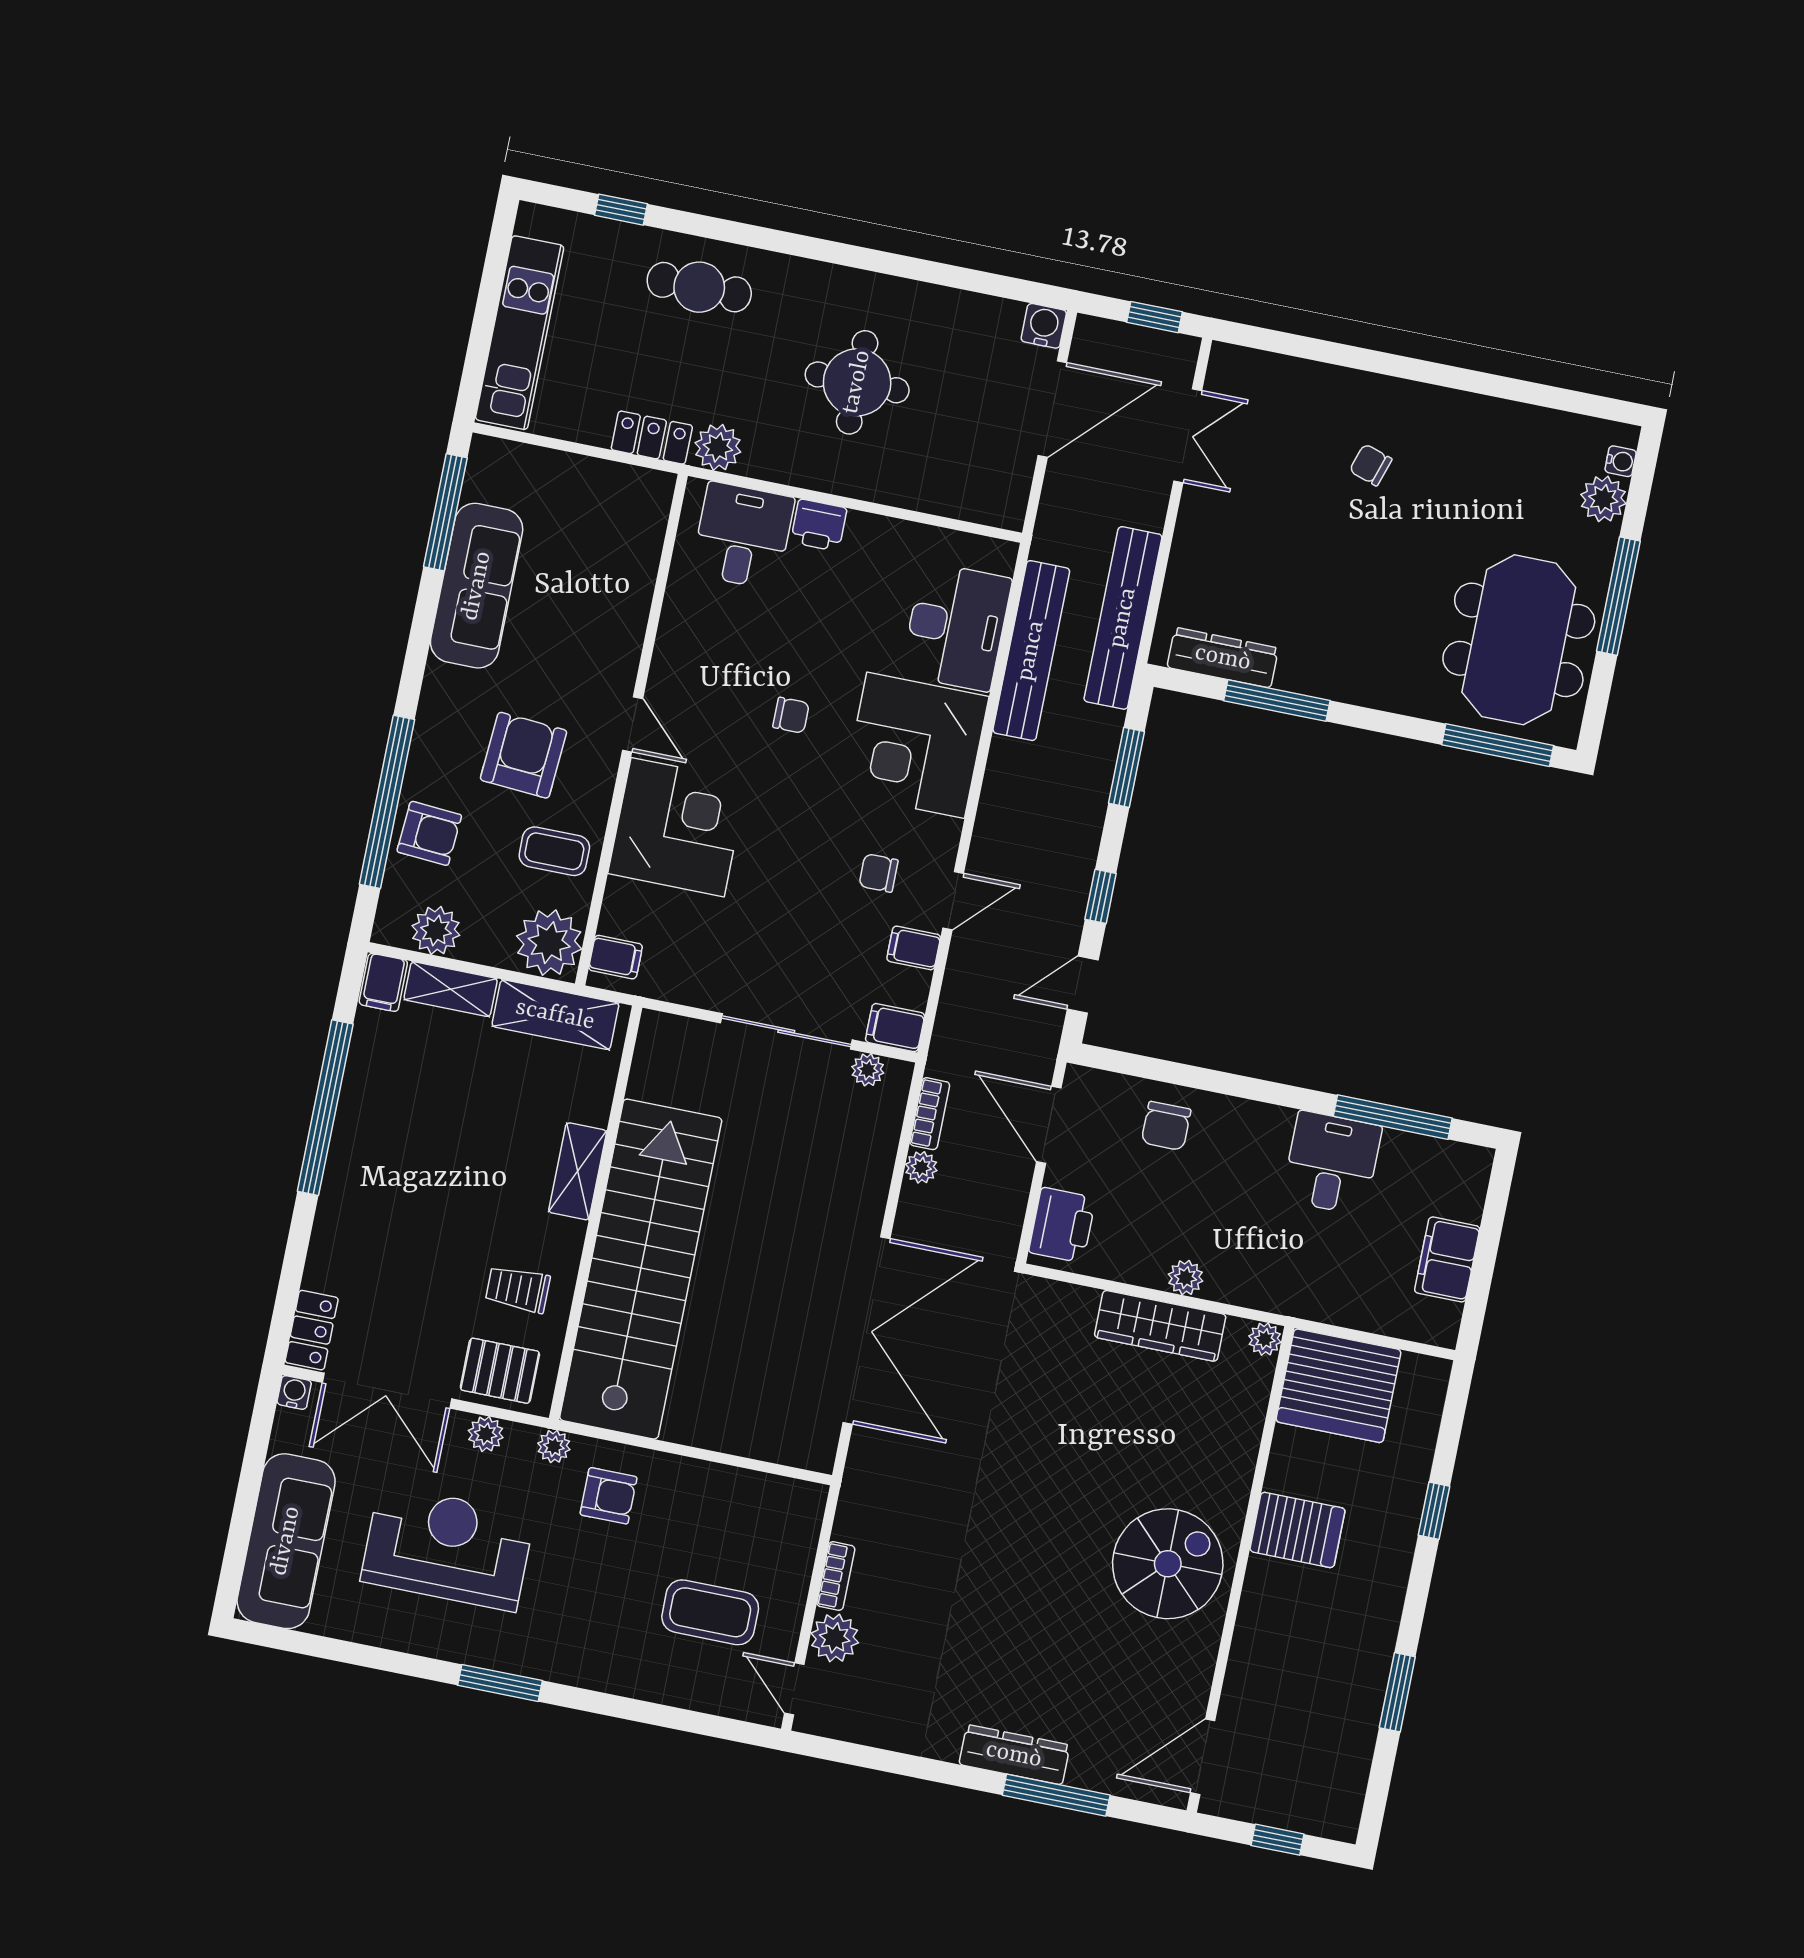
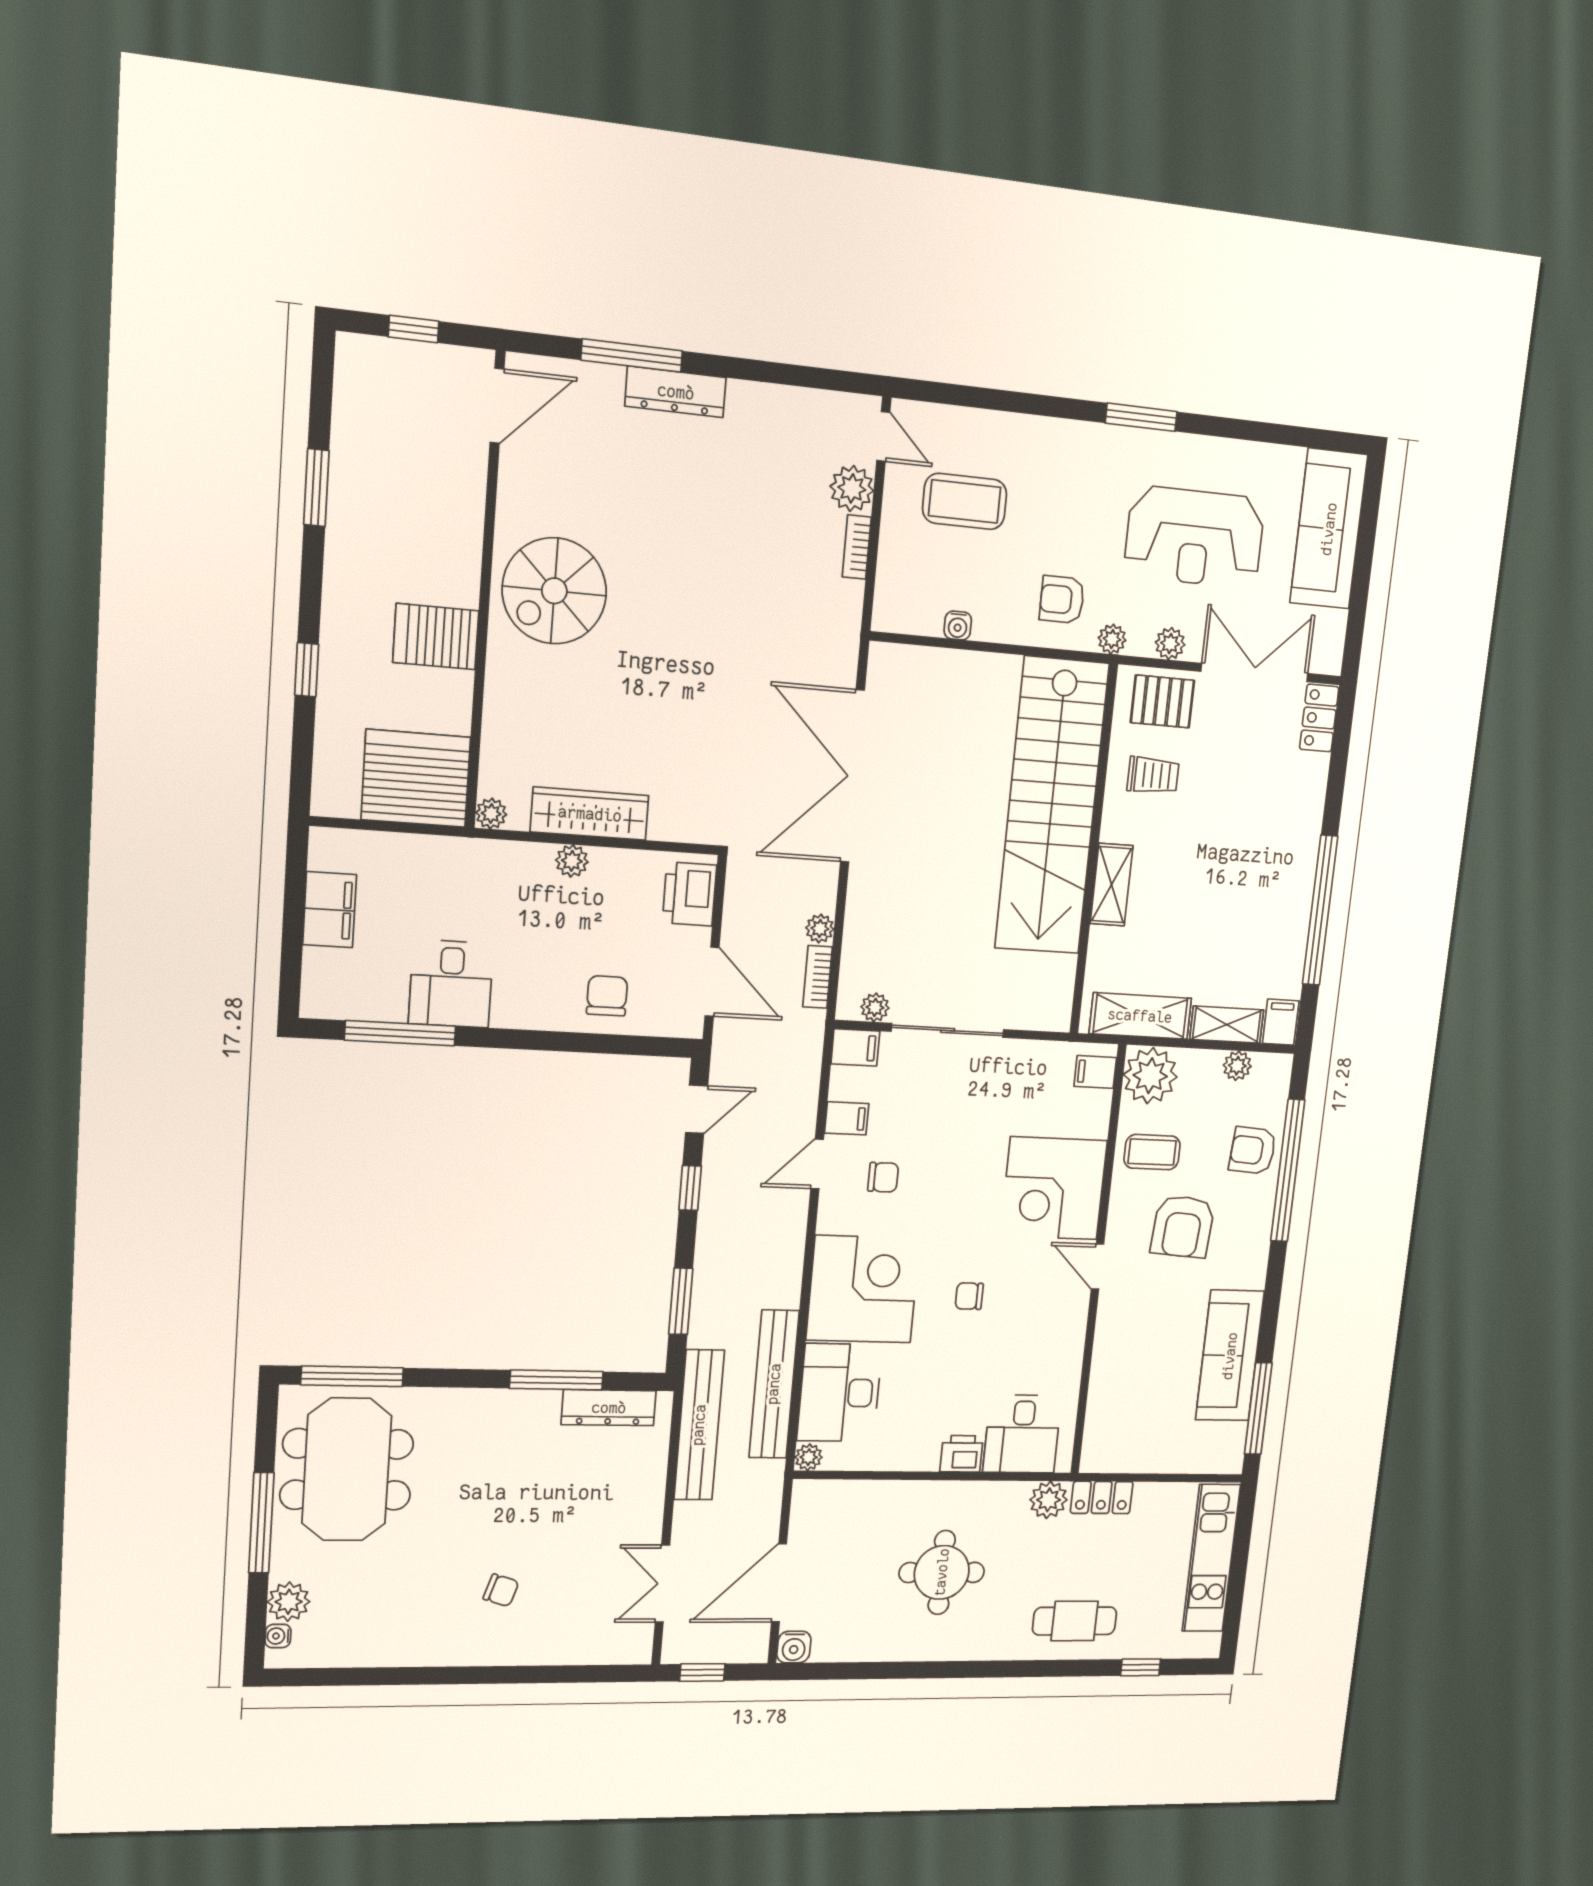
plant: (1001, 556) -> (809, 1457), added
plant: (436, 930) -> (1237, 1066), width x0.73, depth x0.73
water cooler: (294, 1392) -> (958, 625), moved

